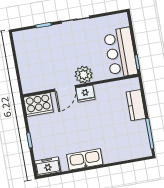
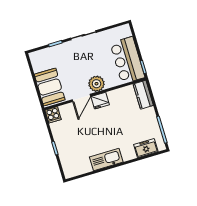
booth: (32, 72) -> (50, 87), added
cooker: (38, 105) -> (53, 115), width x0.53, depth x0.76
kitchen counter: (136, 105) -> (143, 95), moved
freezer: (48, 166) -> (146, 148), moved

